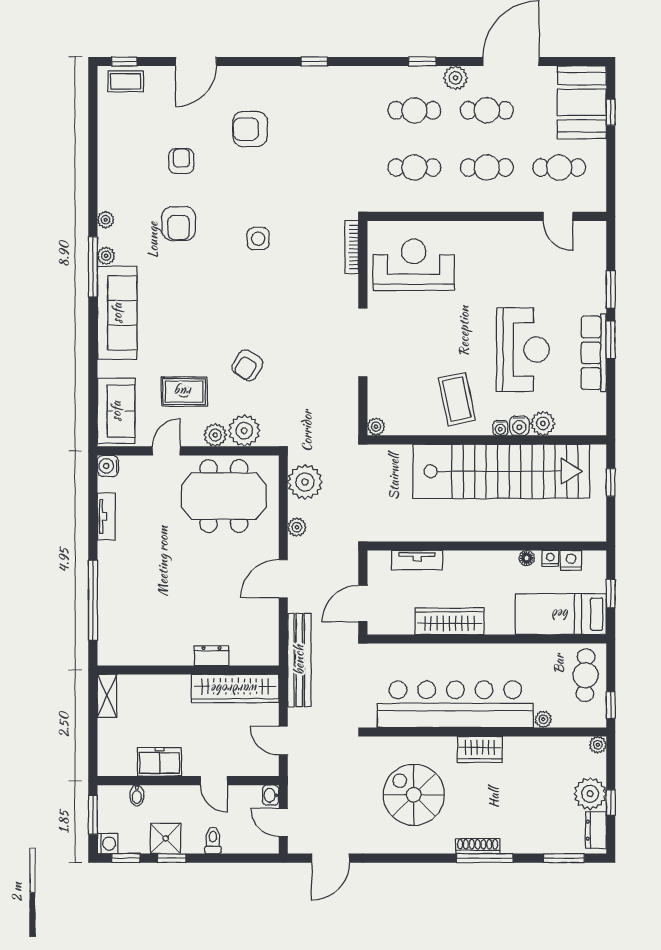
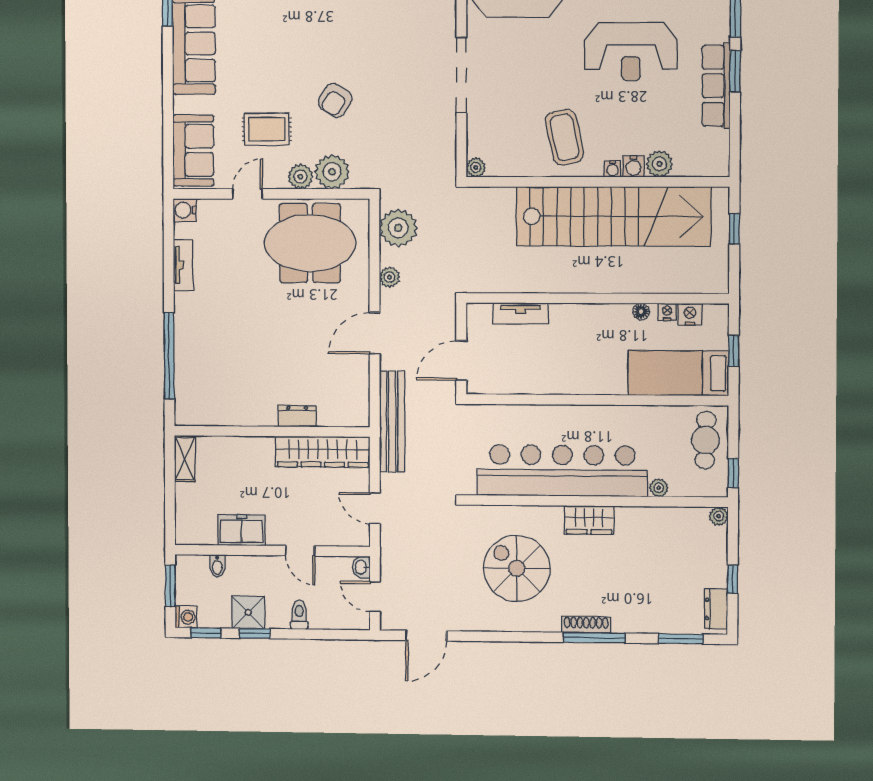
reception desk: (523, 350) -> (631, 52), moved, turned 90
wardrobe: (450, 621) -> (556, 380), removed
plant: (590, 794) -> (710, 569), removed

